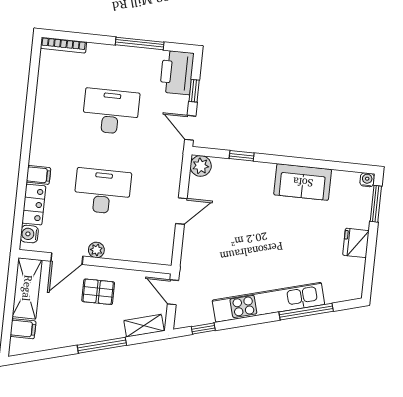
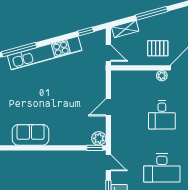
window: (242, 156) -> (95, 148), moved
desk: (102, 191) -> (162, 115), width x0.73

